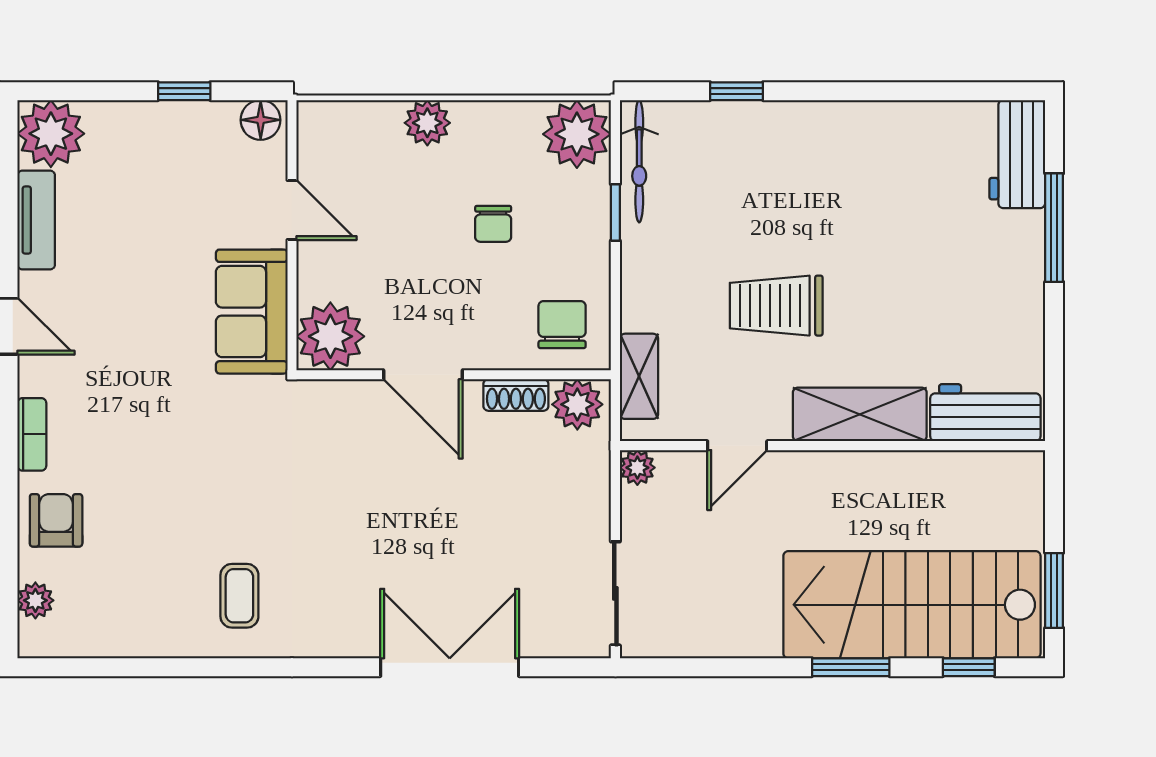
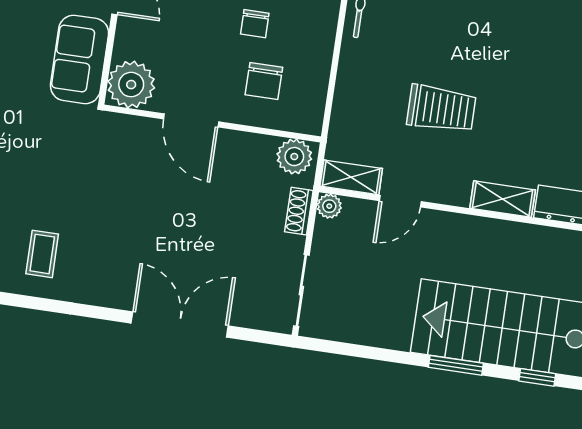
window: (615, 212) -> (340, 28), removed
trolley: (776, 306) -> (441, 109), turned 180
chair: (562, 325) -> (264, 81), moved, turned 180
shelving: (639, 376) -> (351, 177), moved, turned 90
shoe rack: (516, 395) -> (299, 211), moved, turned 90
shelving: (860, 414) -> (503, 199), width x0.67, depth x0.75

